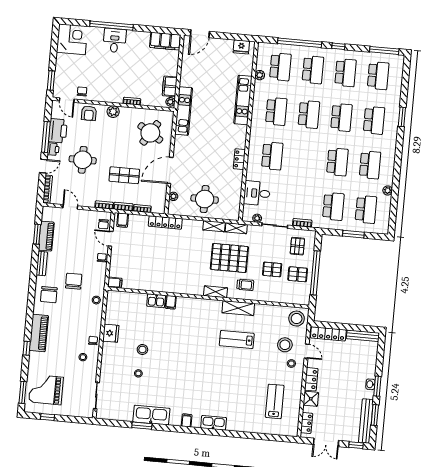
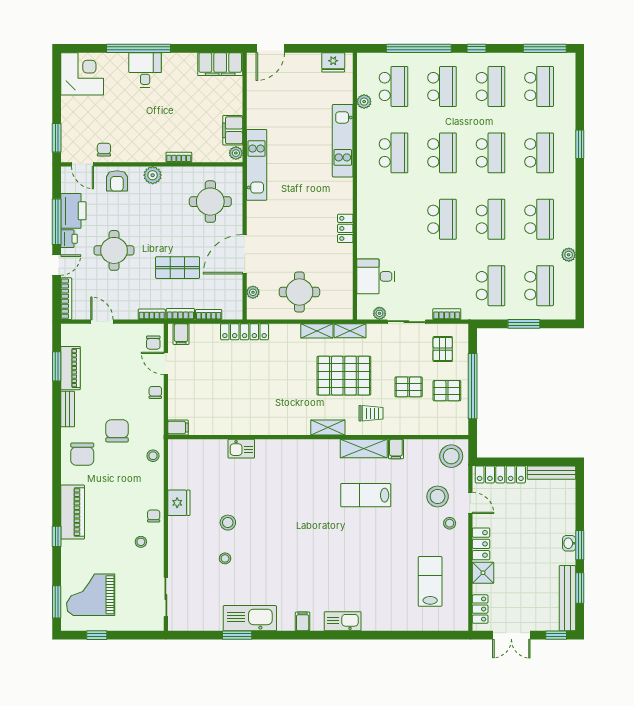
round table: (150, 133) -> (210, 202), turned -32
school desk: (272, 156) -> (442, 219), moved
filing cabinet: (171, 302) -> (396, 449), moved

